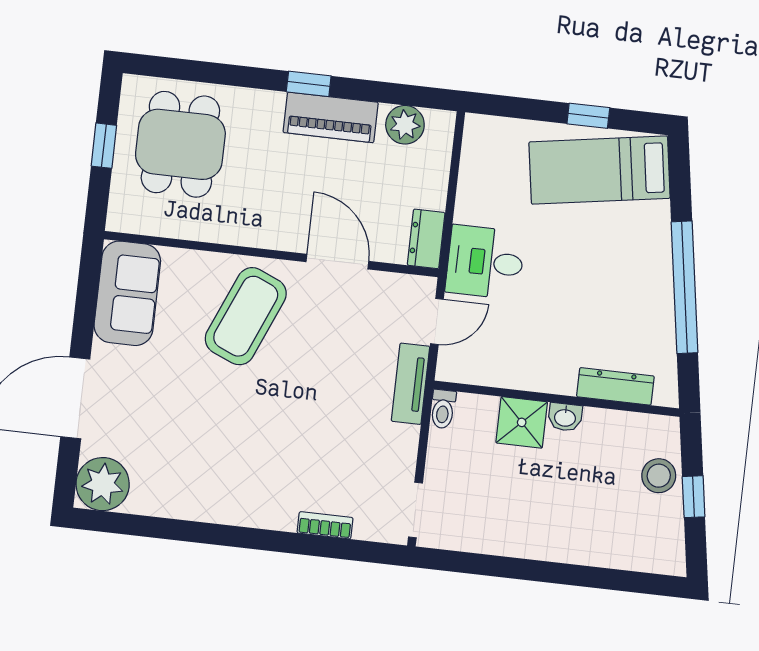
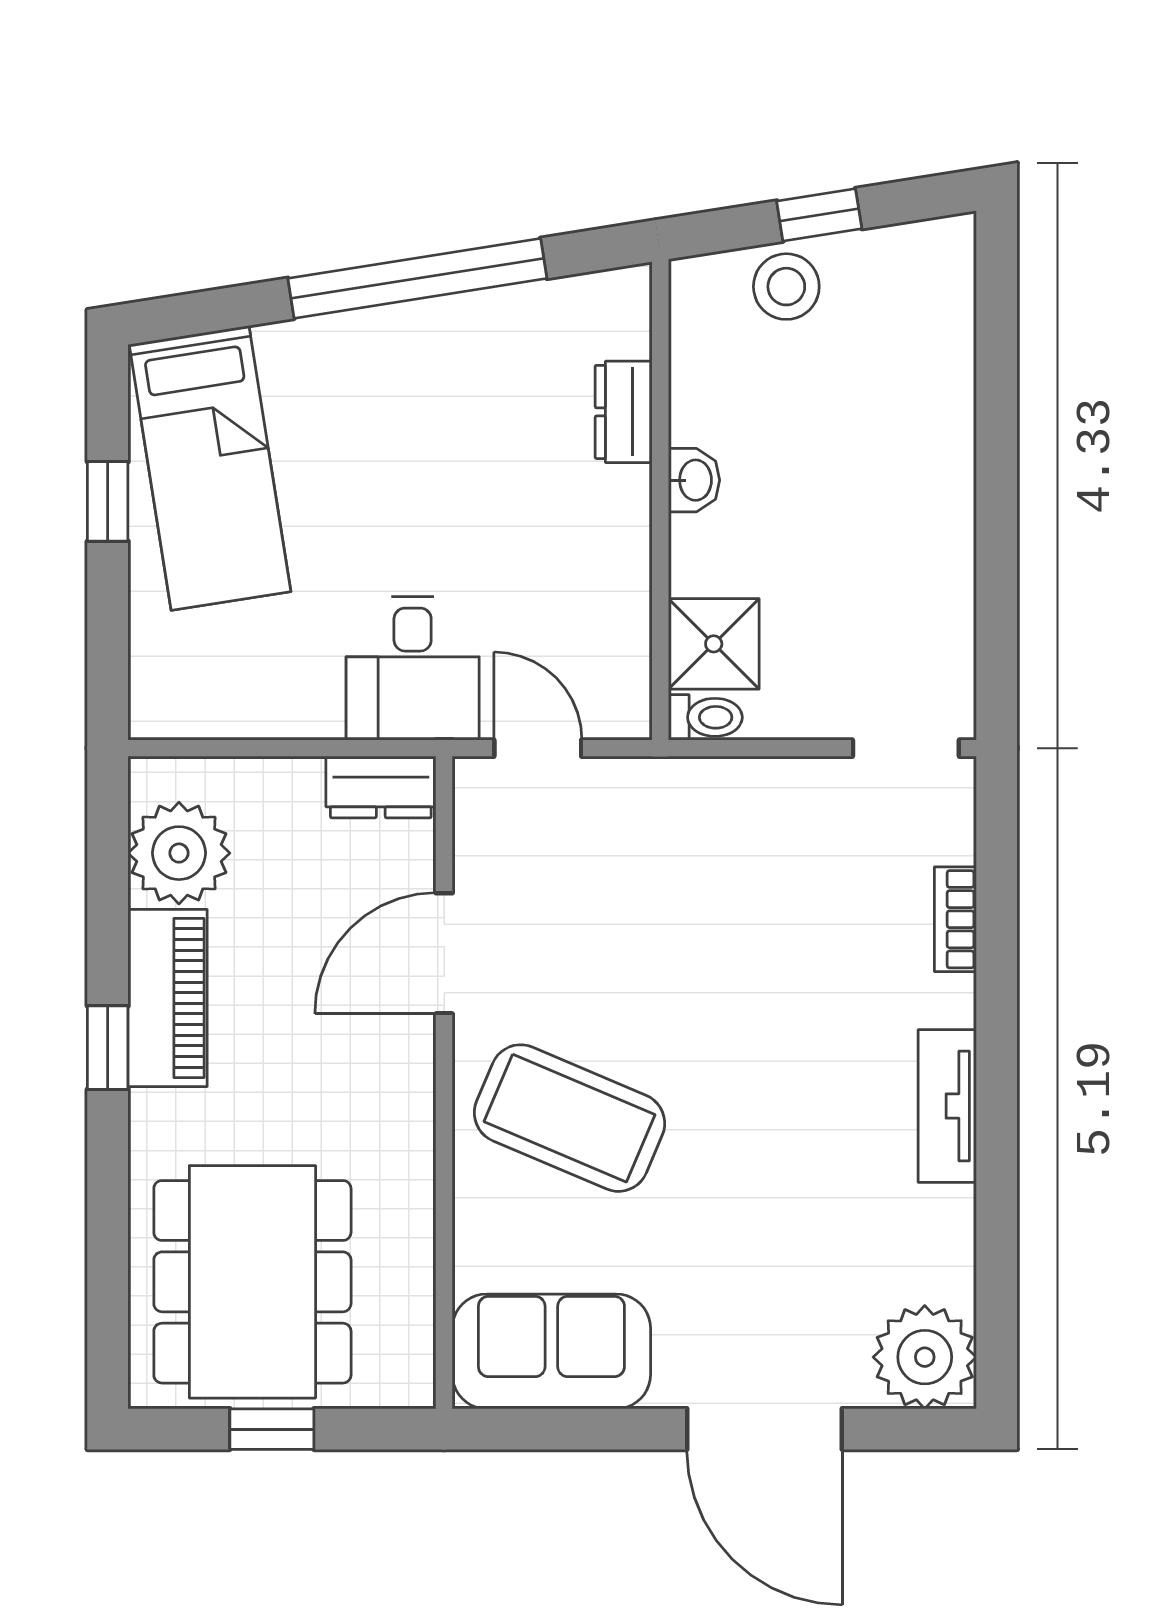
plant: (405, 125) -> (179, 853), width x1.36, depth x1.36
dining table: (180, 144) -> (252, 1282), width x1.38
tv unit: (411, 384) -> (947, 1106), moved, turned 90
dresser: (615, 386) -> (624, 412), width x0.70
shower: (522, 422) -> (714, 644), moved

